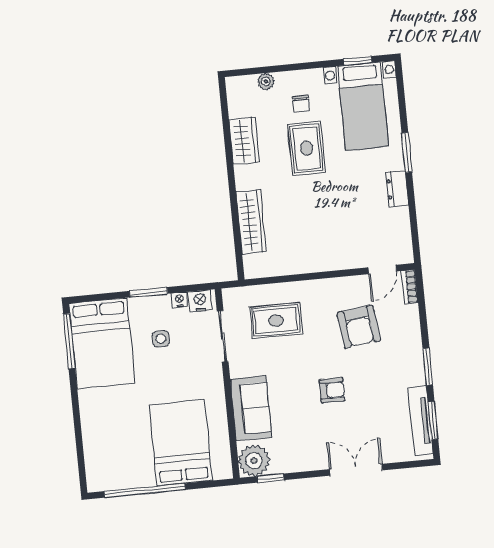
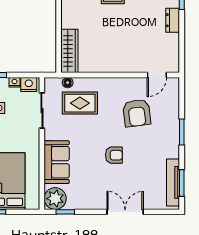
wardrobe: (251, 222) -> (69, 51), moved
bookcase: (410, 287) -> (175, 89), removed
floor lamp: (256, 293) -> (68, 83), added
window: (428, 367) -> (182, 132), moved

